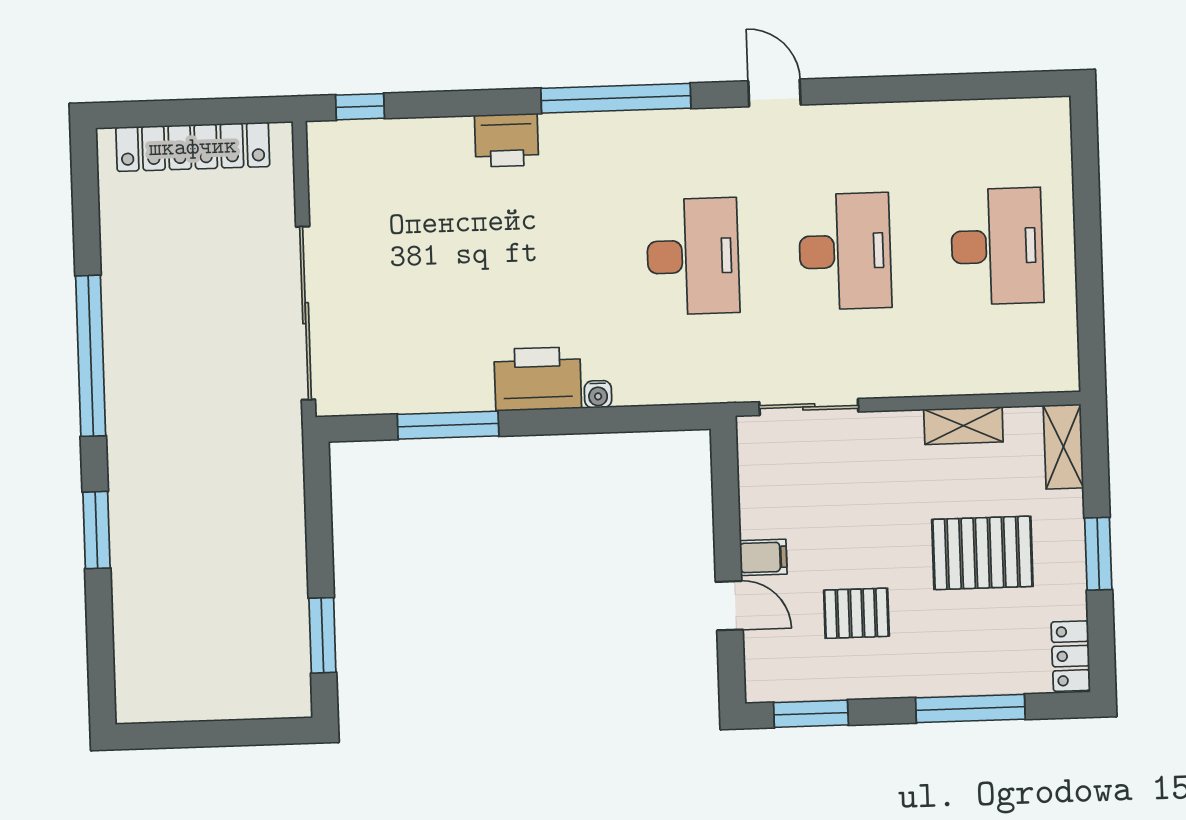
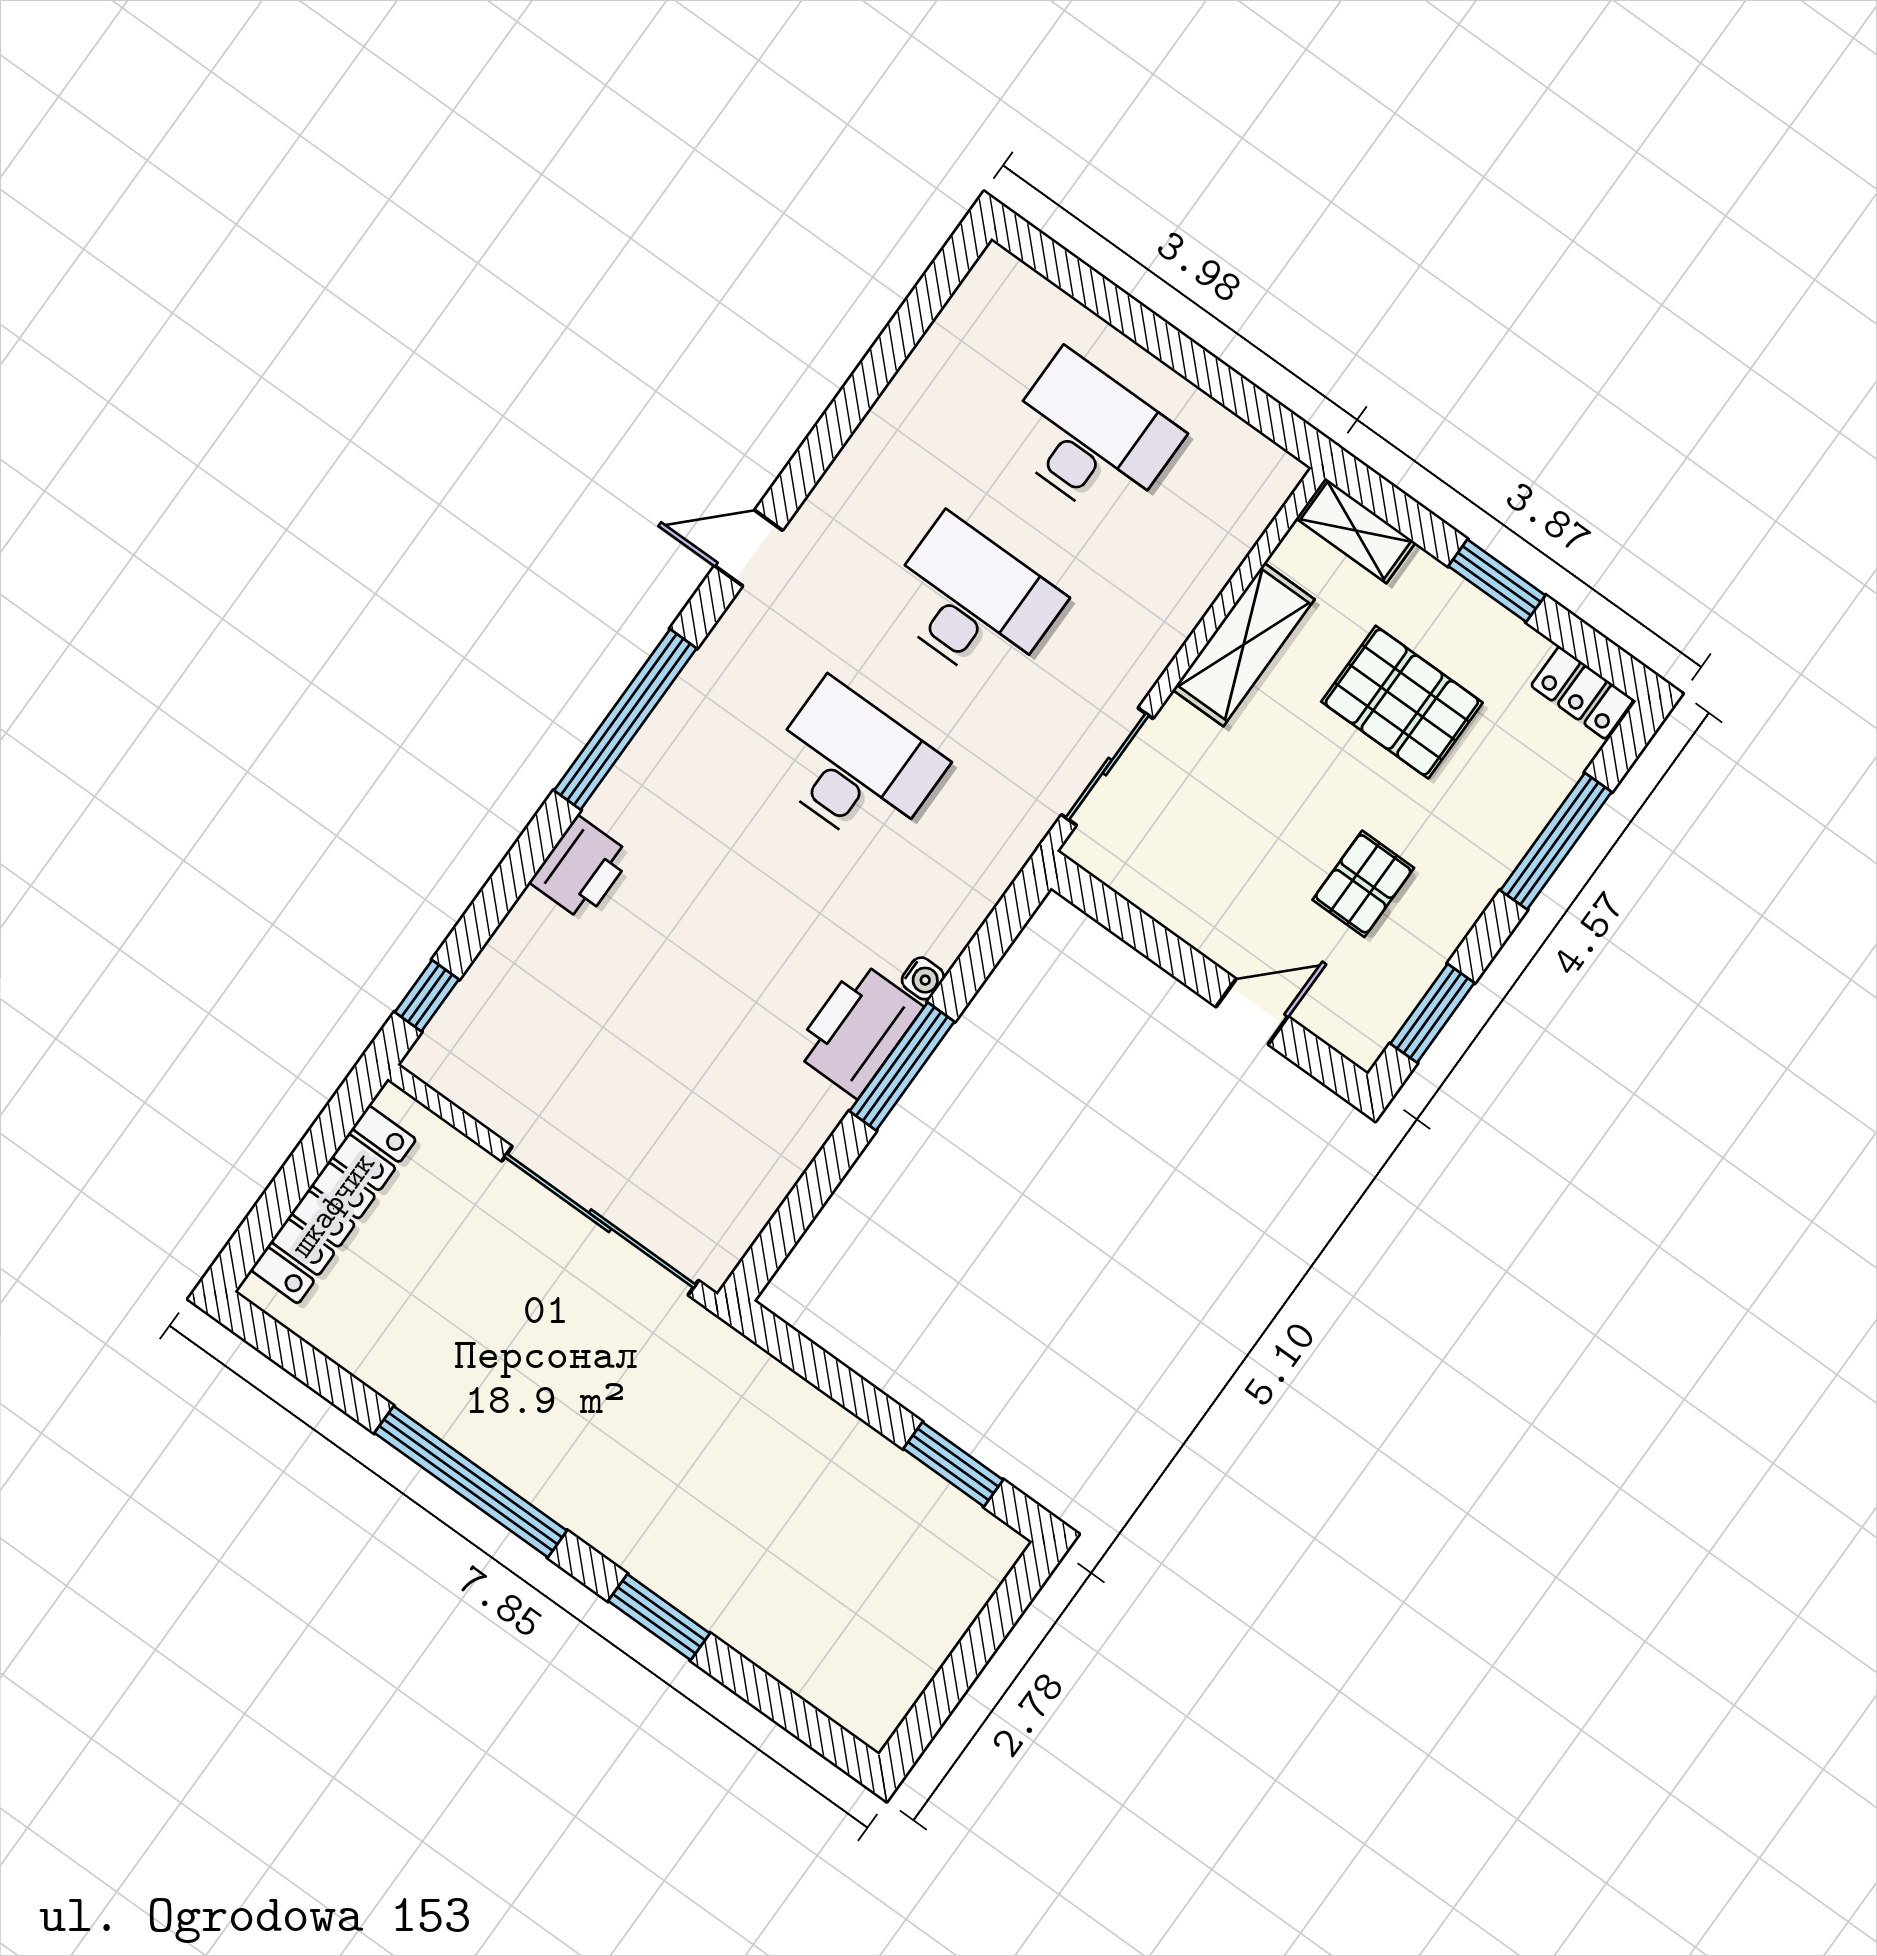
window: (448, 425) -> (902, 1066), moved
shelving: (963, 426) -> (1244, 645), width x1.50, depth x1.33
pallet: (982, 553) -> (1402, 702), turned 90
filing cabinet: (763, 557) -> (1229, 937), removed

